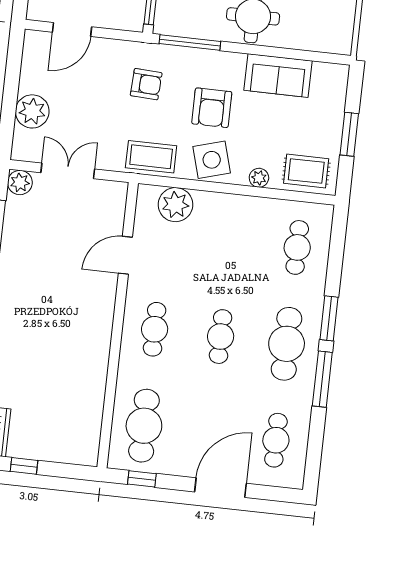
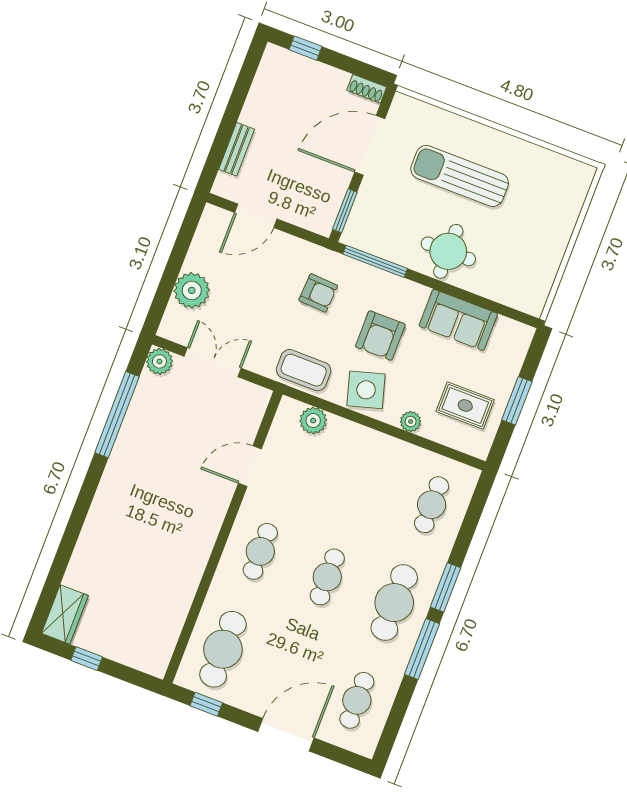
rug: (306, 171) -> (465, 406), moved
plant: (175, 205) -> (313, 421), width x0.73, depth x0.73

